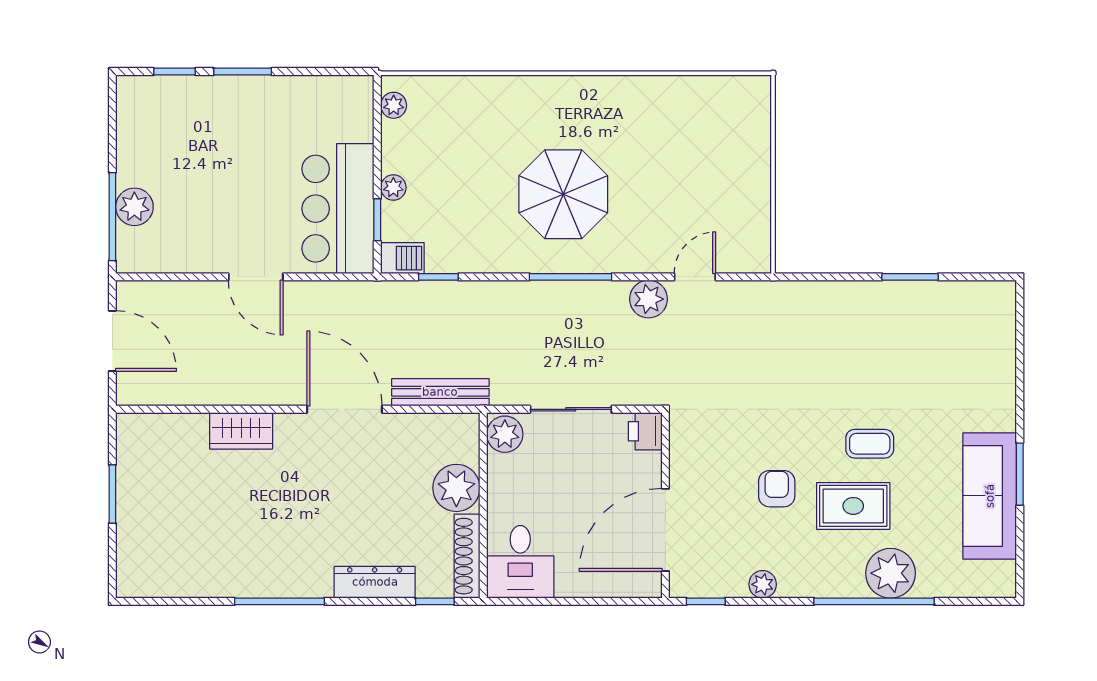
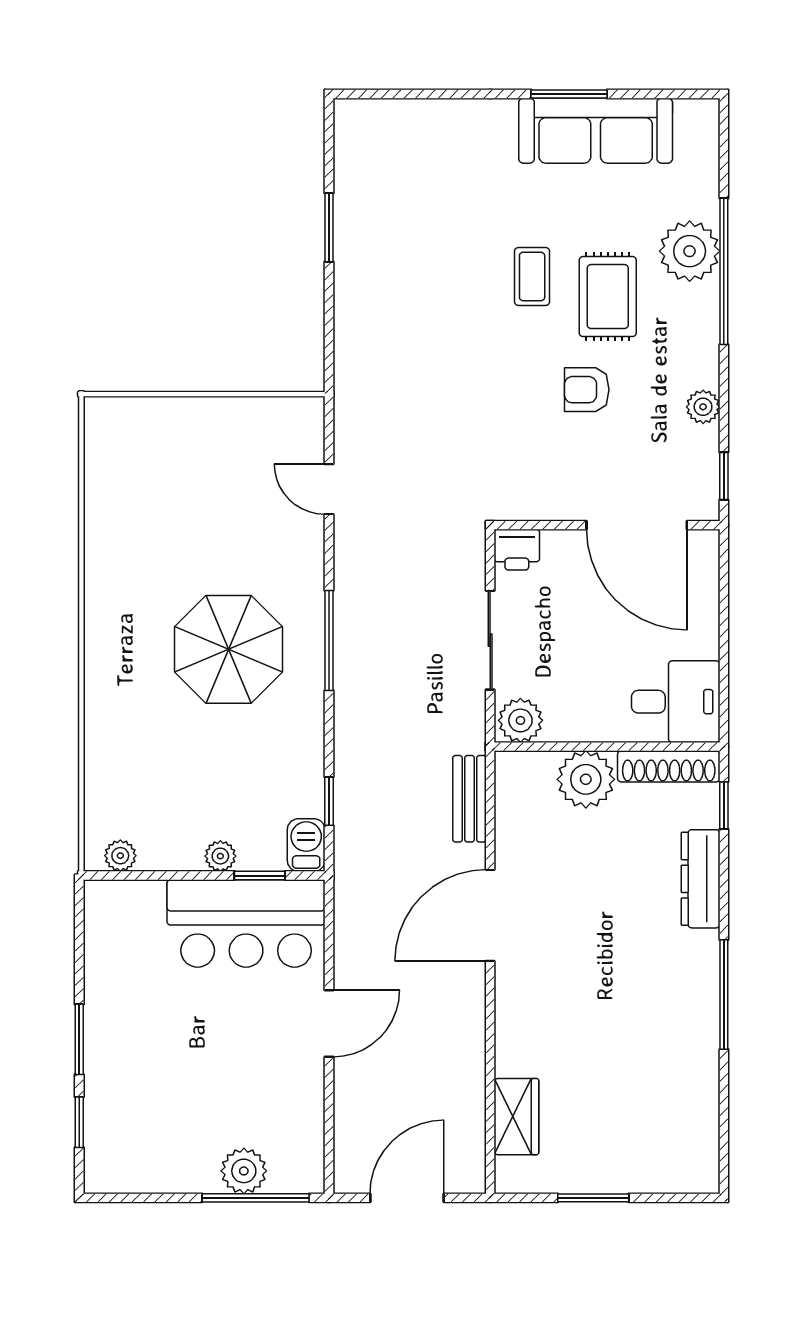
plant: (649, 299) -> (356, 546), removed
bench: (440, 392) -> (470, 799), width x0.73
wardrobe: (241, 431) -> (516, 1117), moved

